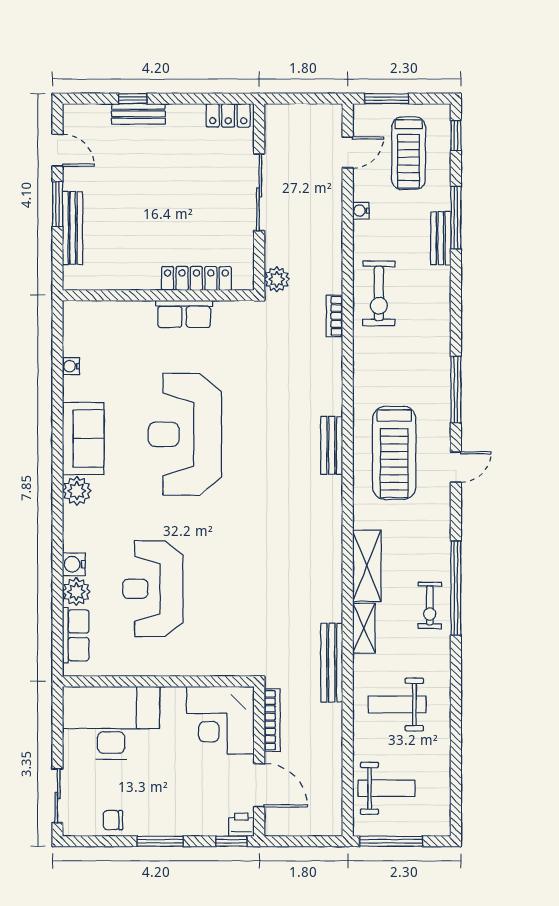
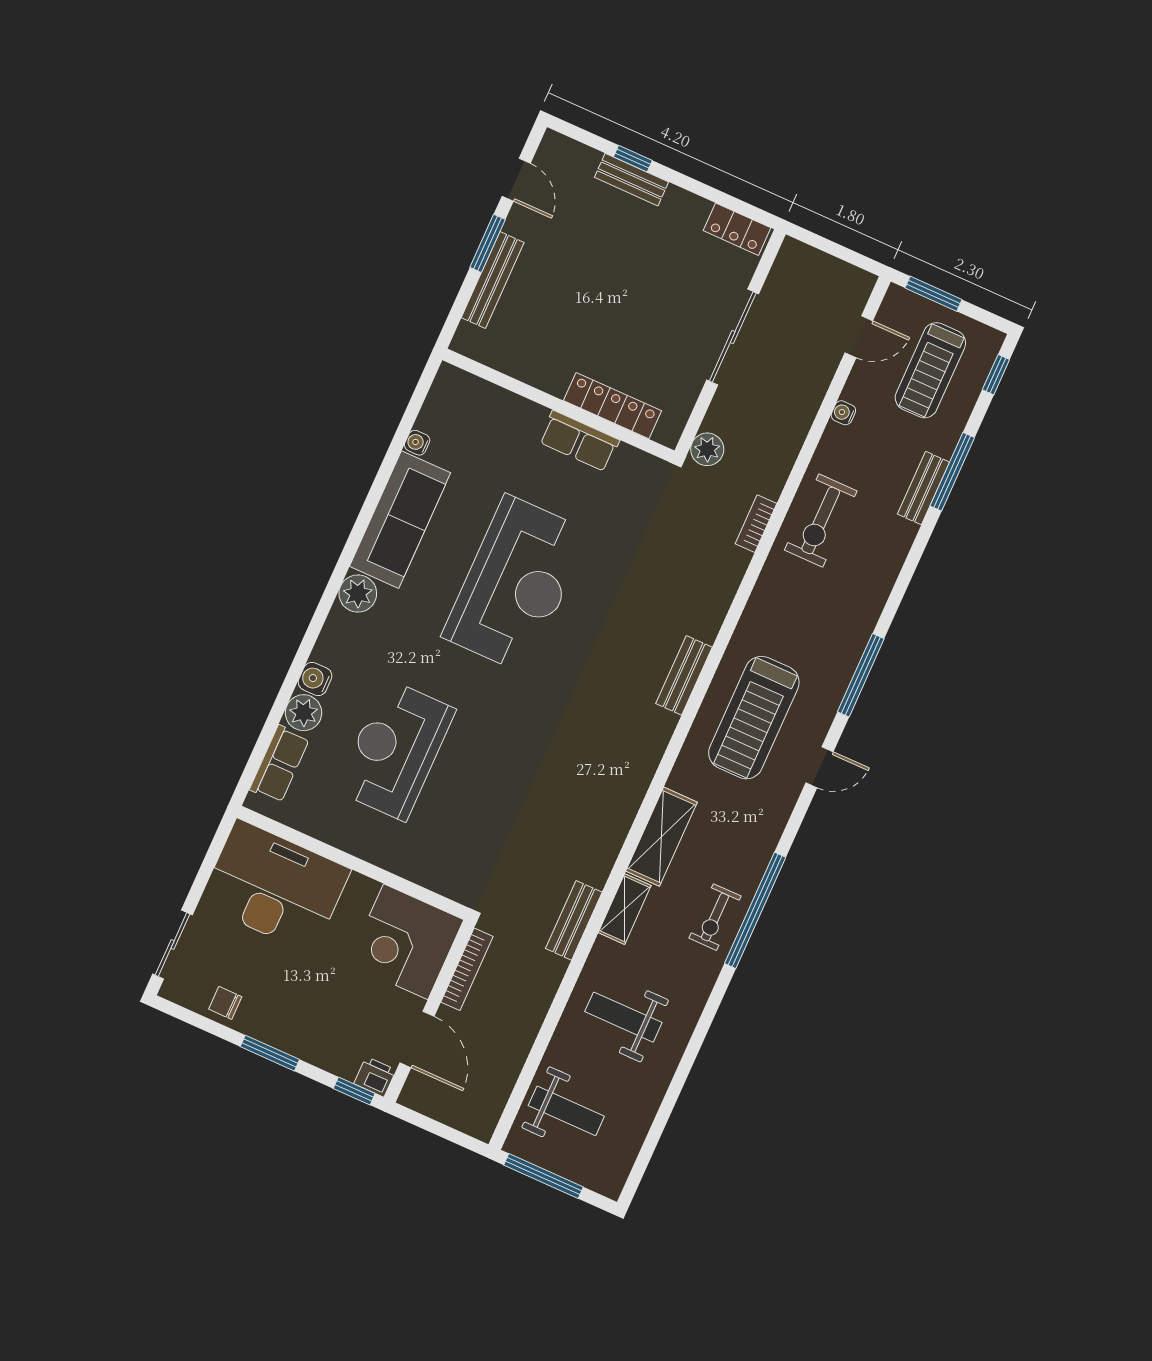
reception desk: (185, 434) -> (516, 584), turned 180
sofa: (83, 438) -> (400, 520), width x1.36
bench: (332, 663) -> (574, 920), width x0.73

